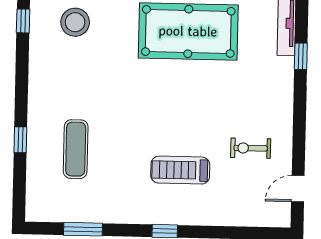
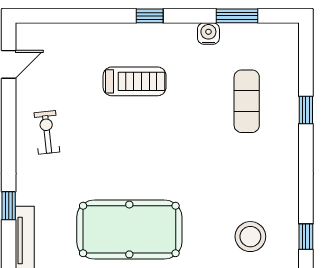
exercise bike: (251, 148) -> (47, 132), moved, turned -96
water cooler: (110, 213) -> (208, 34), added

